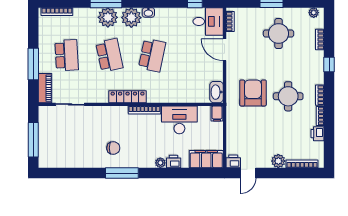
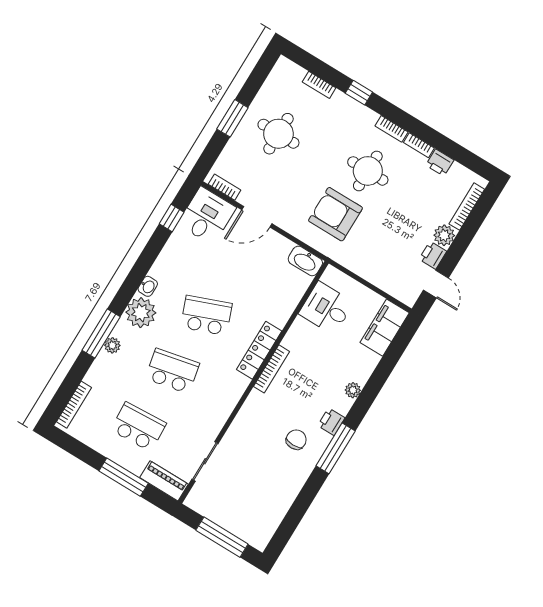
plant: (314, 13) -> (279, 71), removed
plant: (108, 17) -> (112, 345), width x0.53, depth x0.53
school desk: (152, 55) -> (206, 315), turned -33
locker: (128, 97) -> (259, 350), moved
filing cabinet: (217, 114) -> (334, 277), removed
desk: (179, 120) -> (326, 308), moved, width x0.73
printer: (233, 161) -> (433, 255), moved
printer: (174, 162) -> (331, 422), moved

